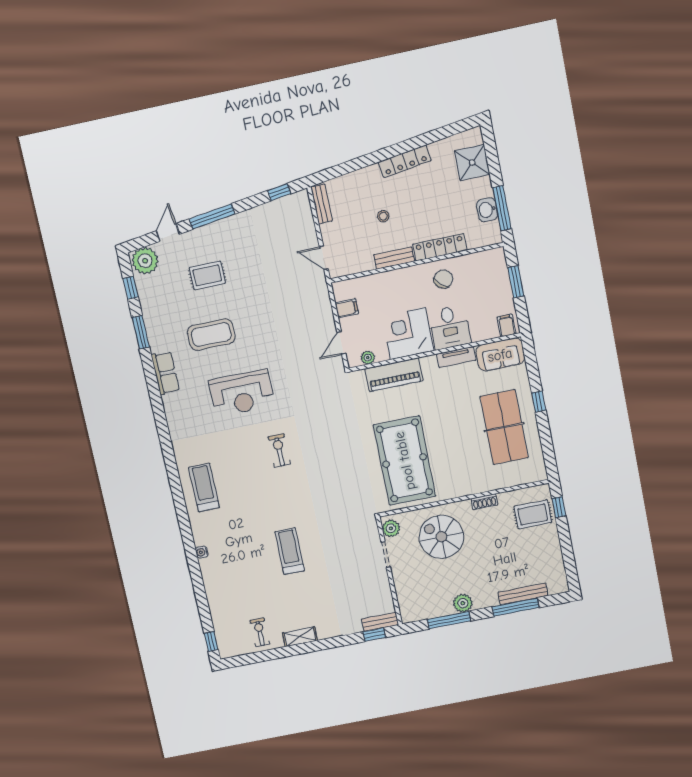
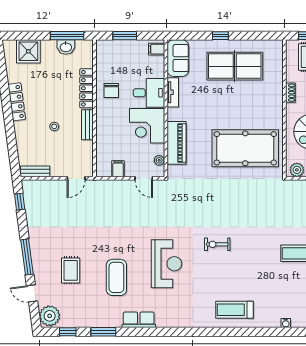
chair: (443, 279) -> (111, 90), turned -132

